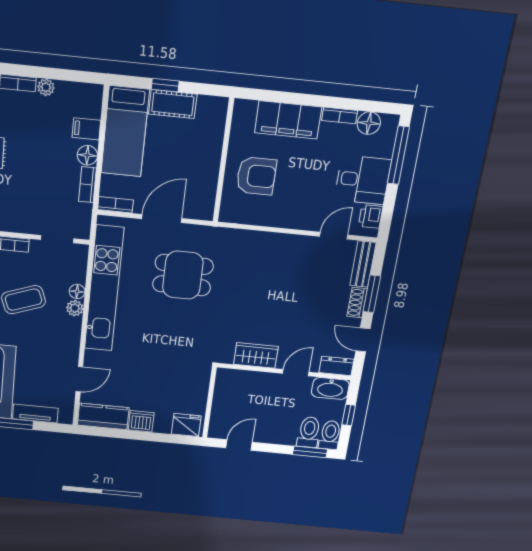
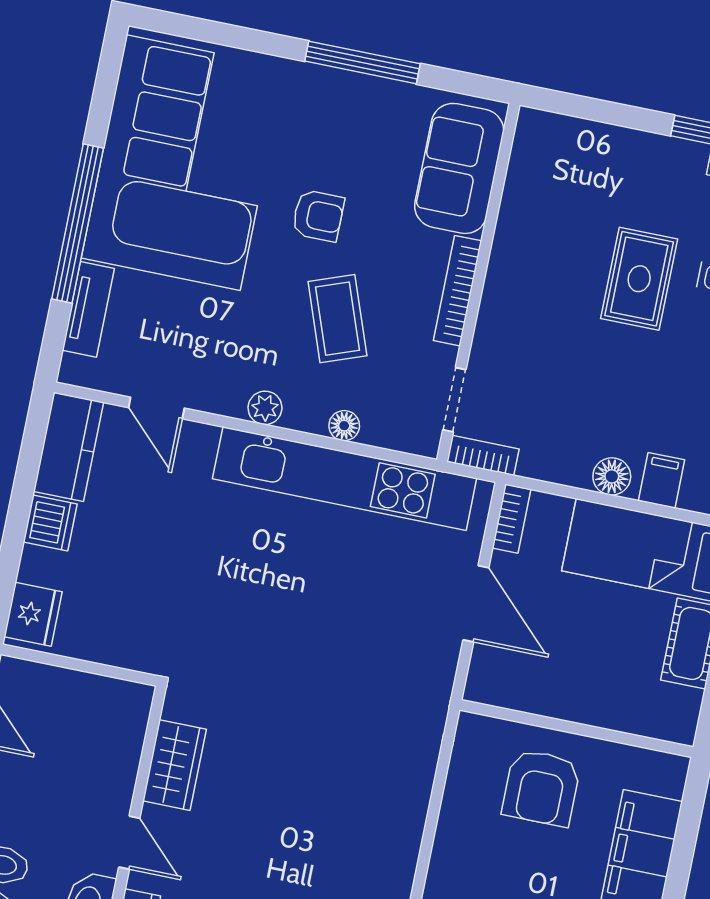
bookcase: (87, 185) -> (483, 455), moved
dining table: (183, 275) -> (358, 634), removed
plant: (75, 308) -> (265, 408), moved

